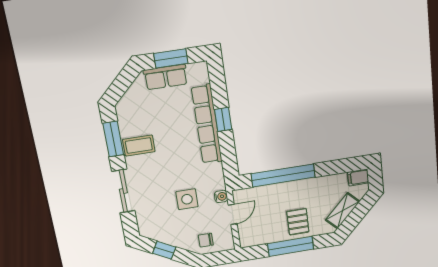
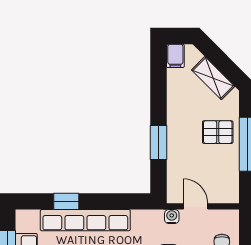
window: (223, 119) -> (66, 201), moved
window: (283, 175) -> (158, 143), width x0.47

